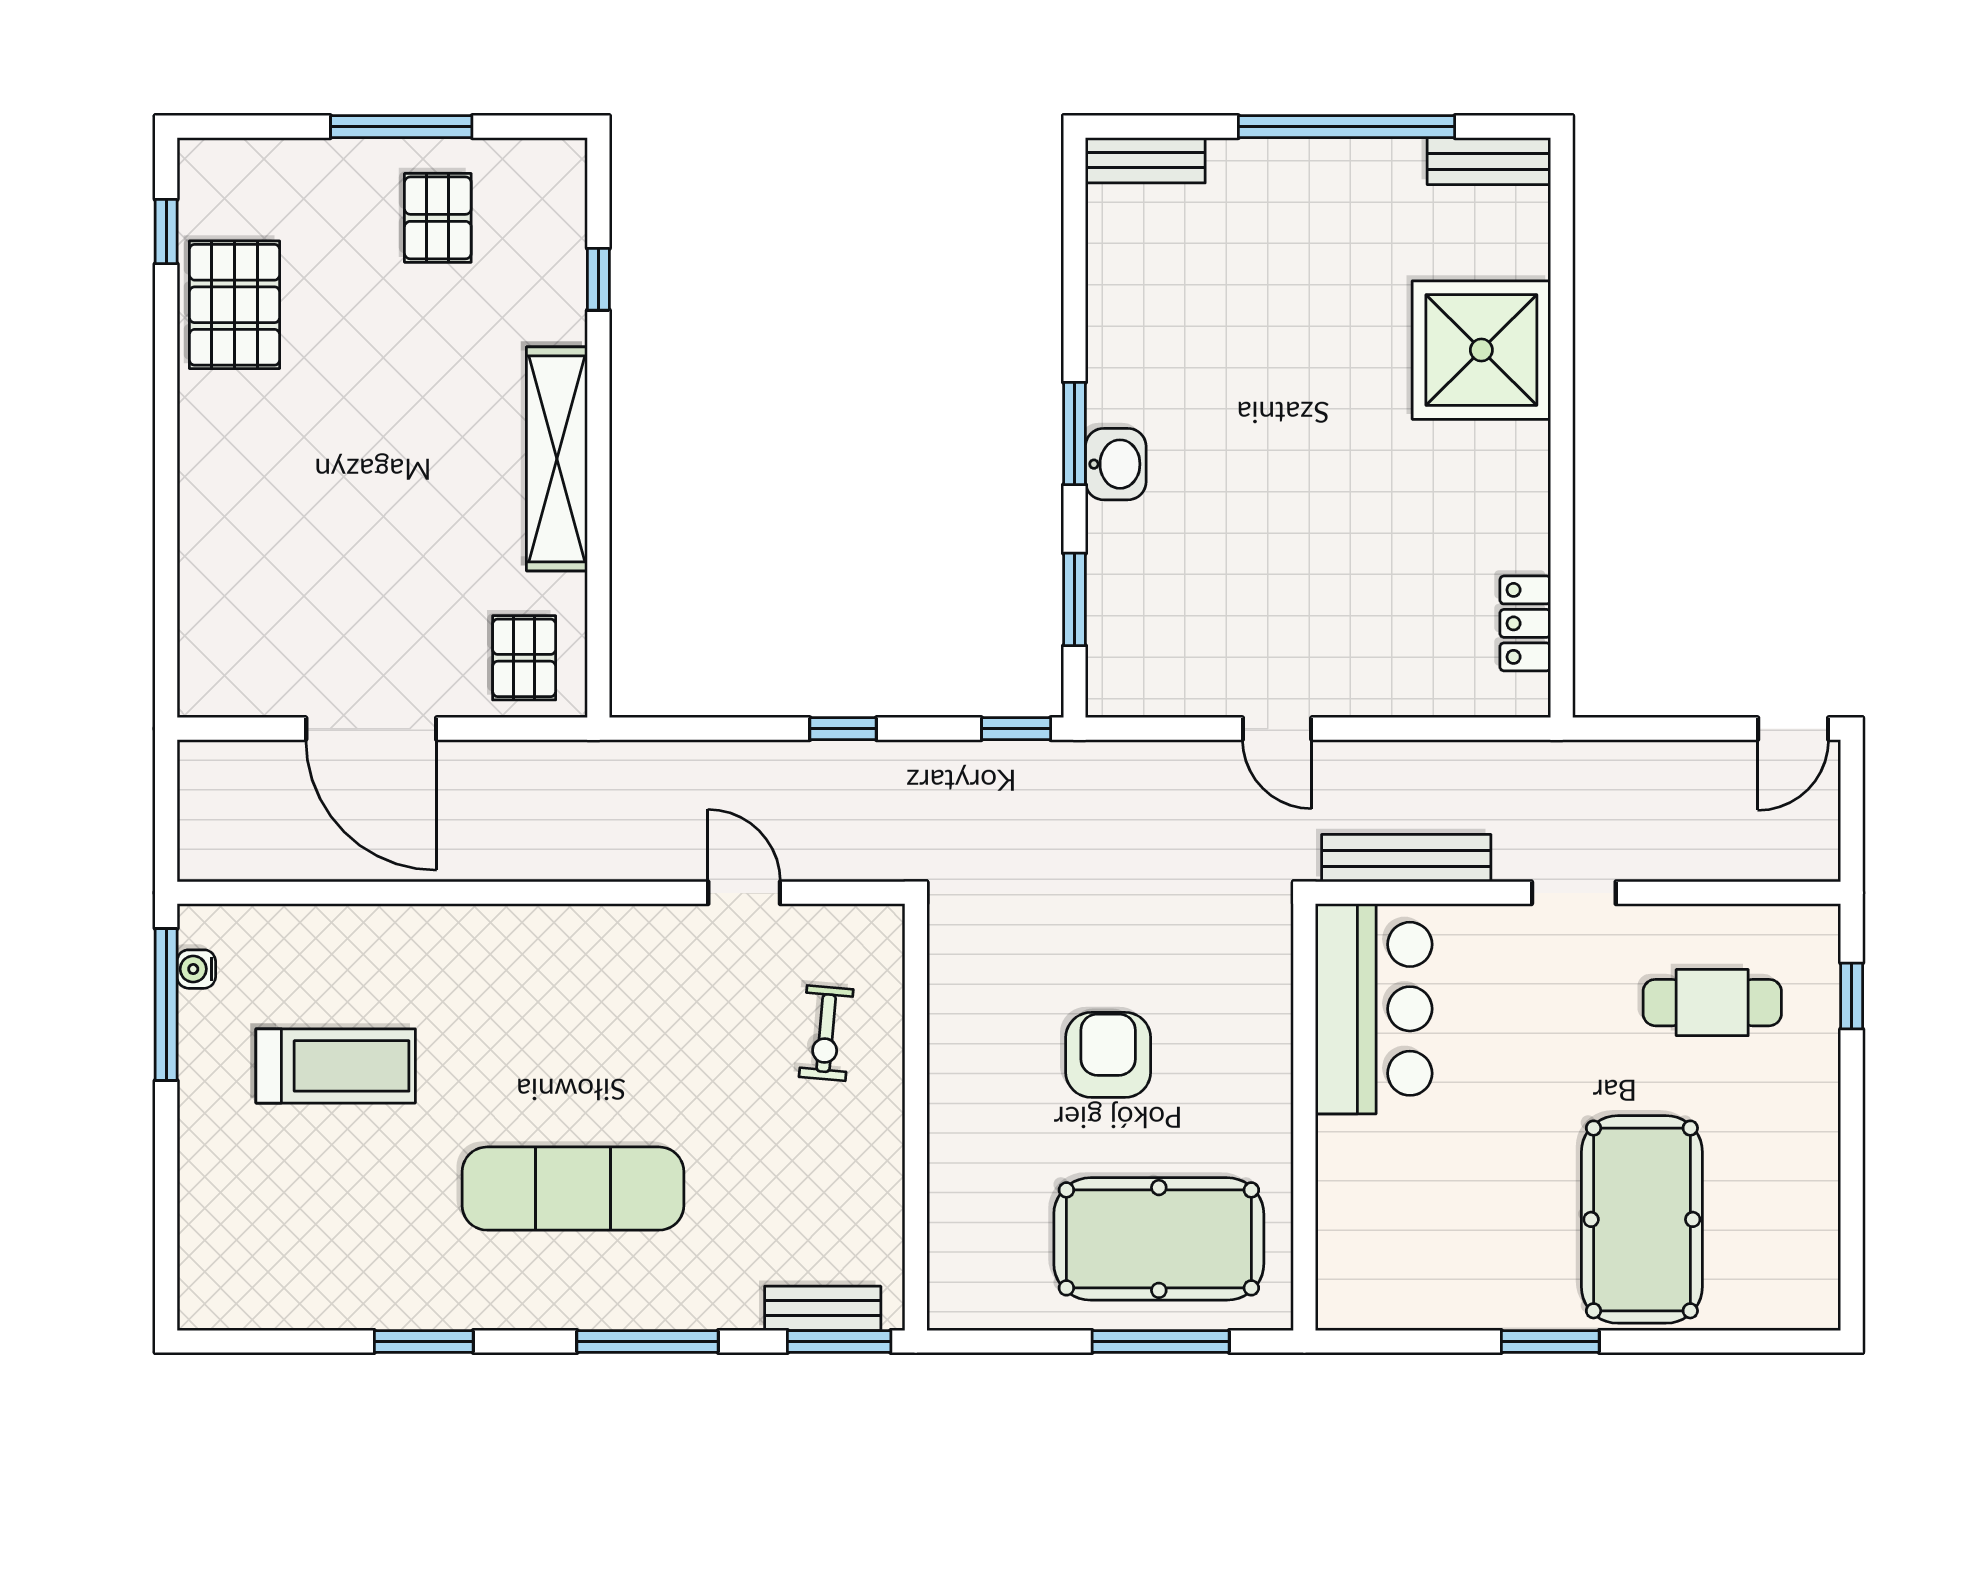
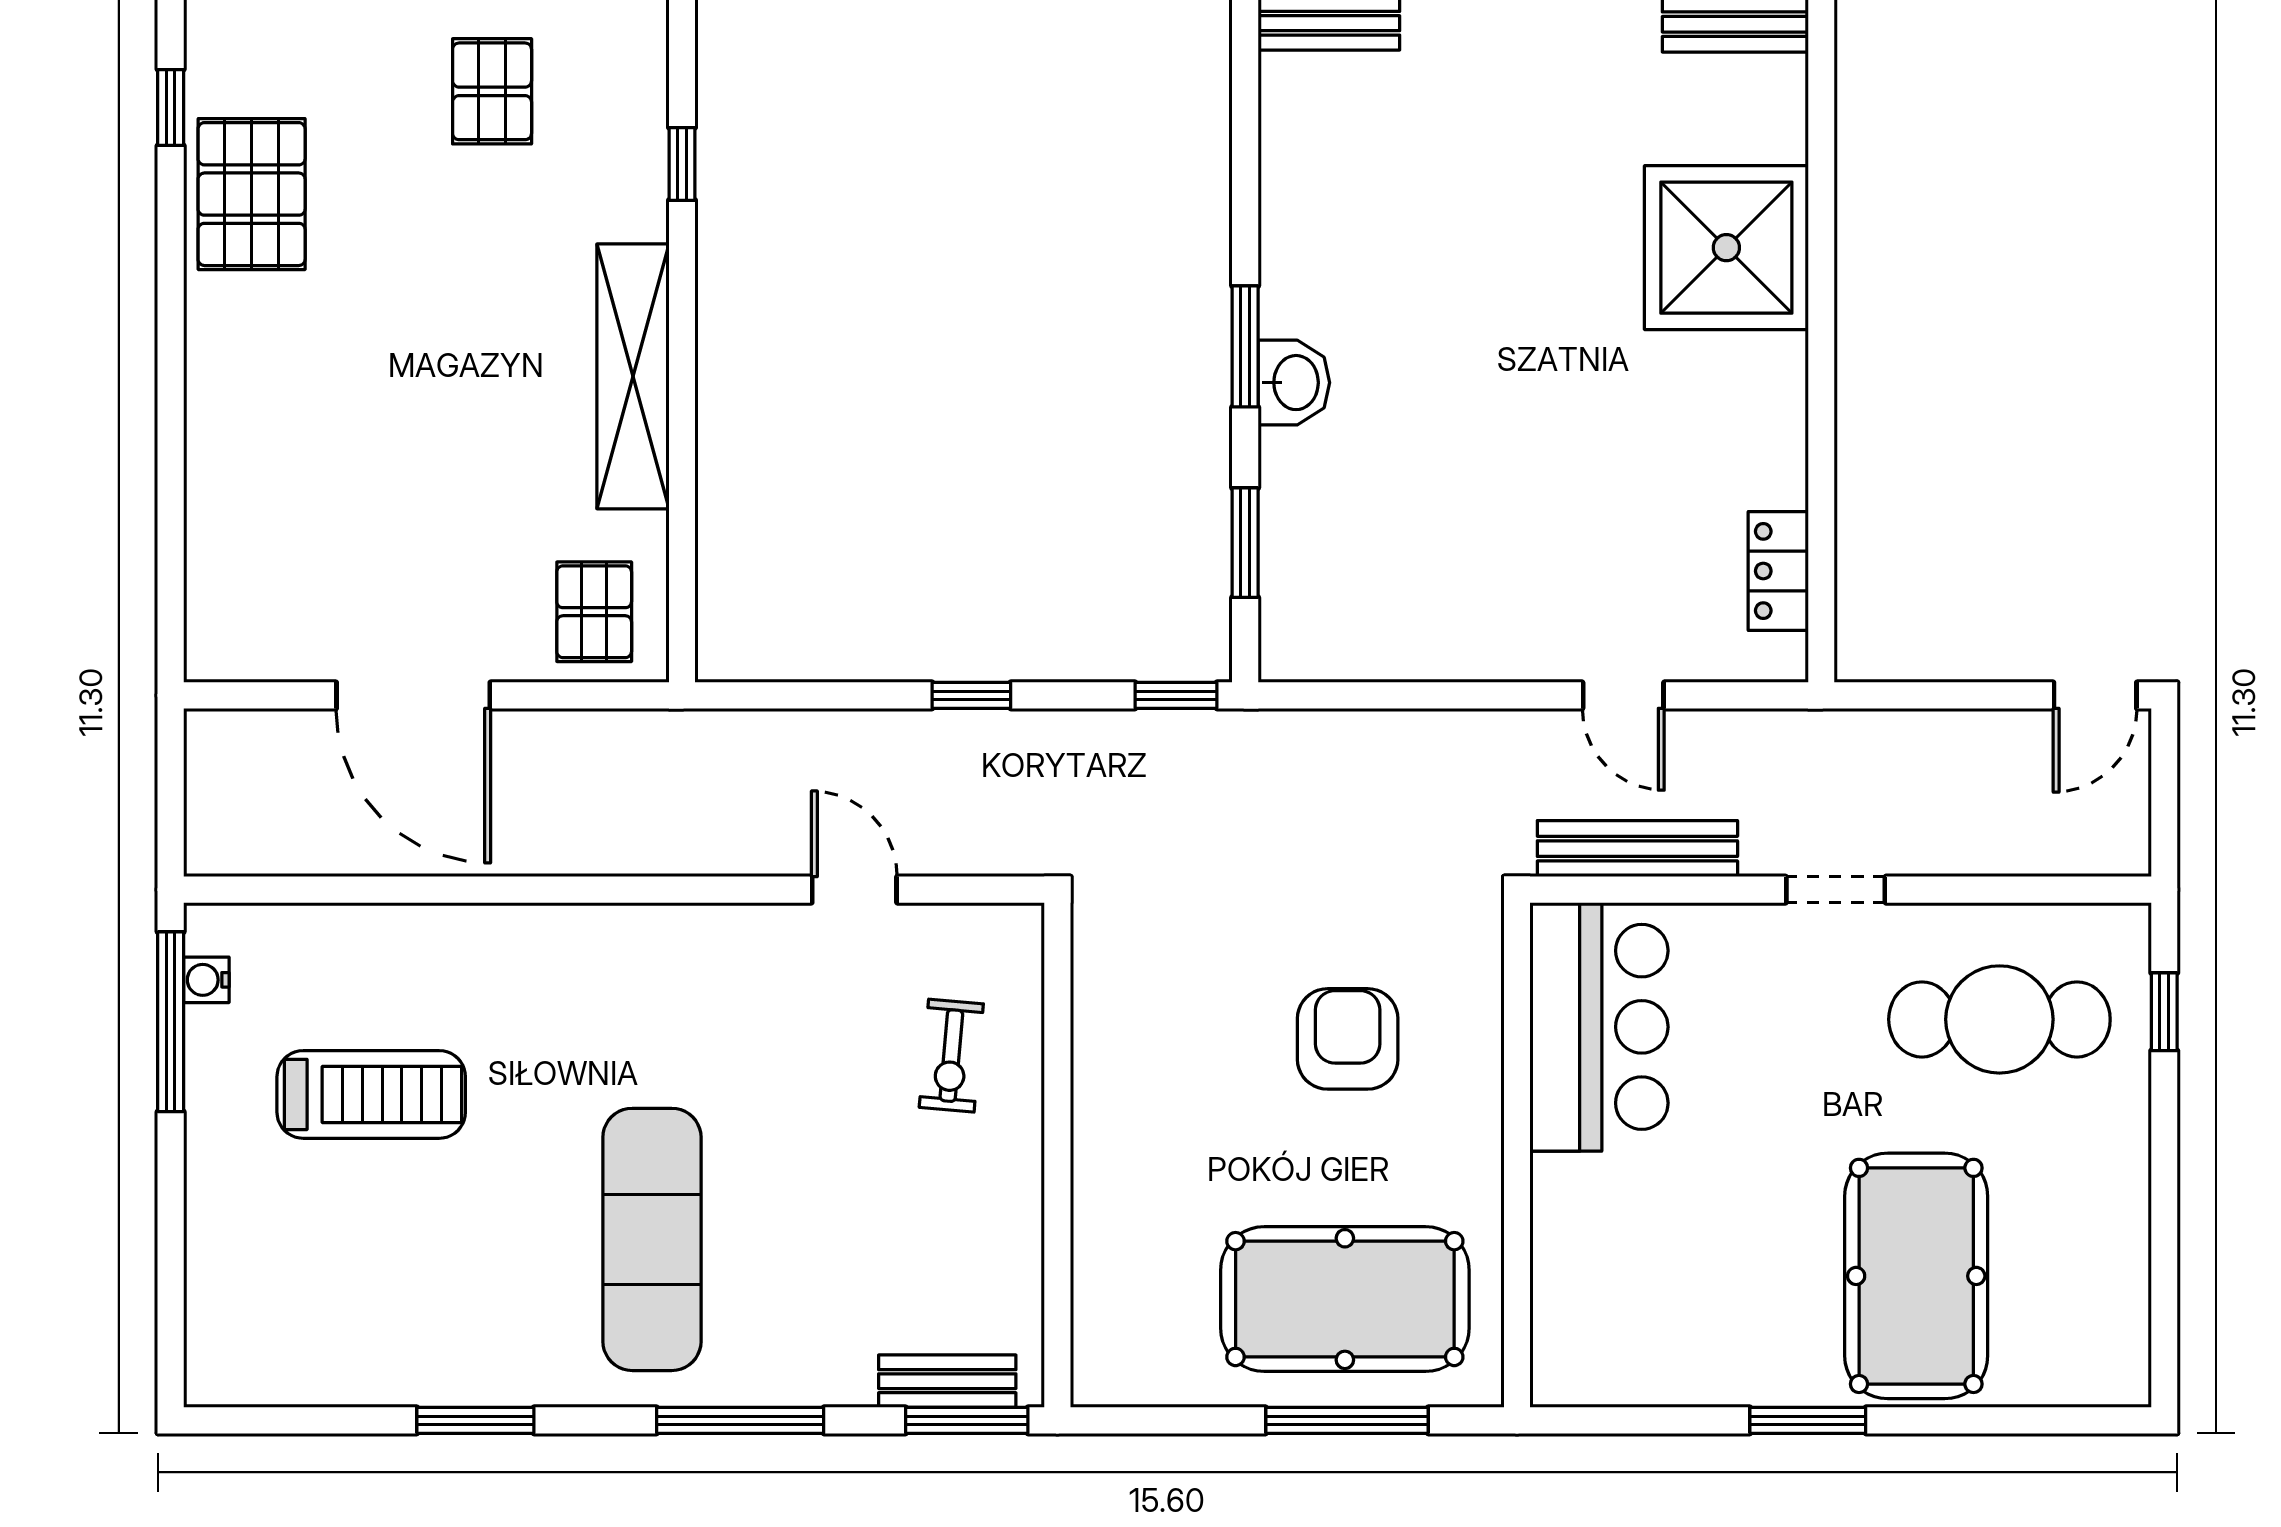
door: (1277, 729) -> (1623, 695), moved
cafe table: (1712, 1003) -> (1999, 1019), width x1.37, depth x1.35
armchair: (1108, 1055) -> (1348, 1039), moved
exercise mat: (573, 1189) -> (652, 1239), turned 90

